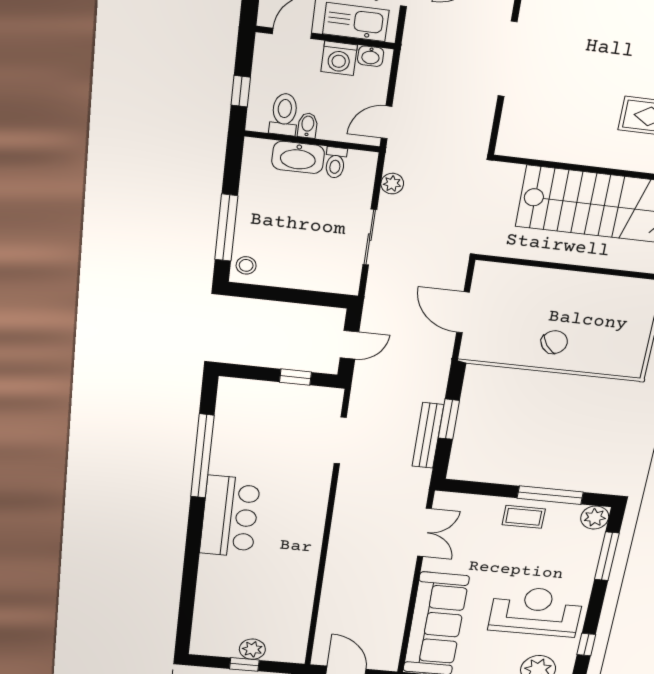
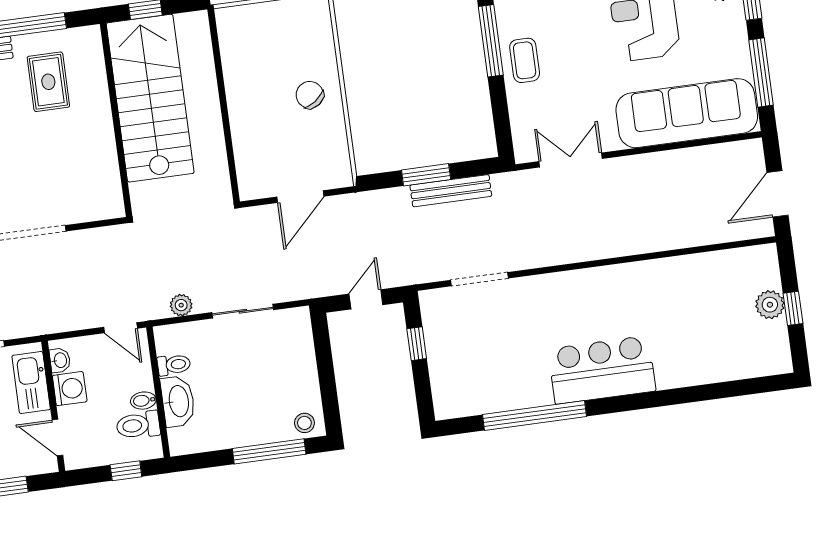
door: (349, 345) -> (366, 299), hinge flipped

